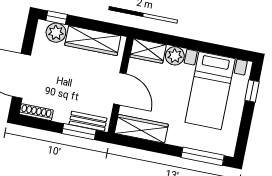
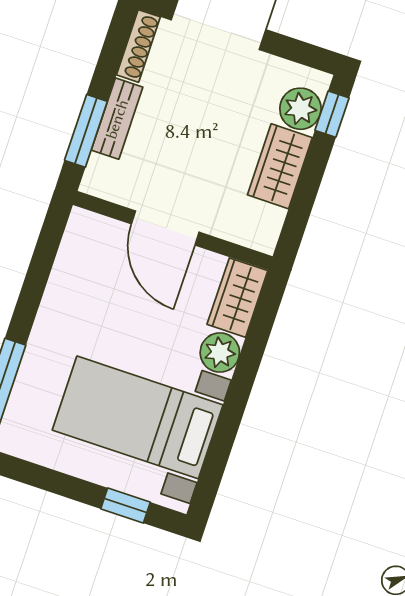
wardrobe: (93, 41) -> (280, 166), width x0.67
door: (120, 89) -> (165, 228), hinge flipped
bench: (88, 121) -> (117, 119), moved
wardrobe: (141, 129) -> (76, 263), removed

